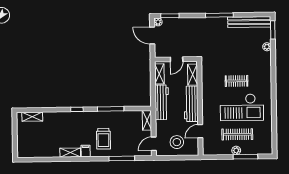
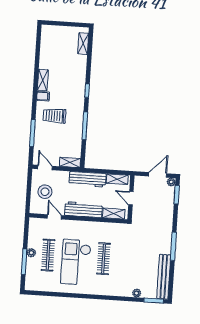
clothes rail: (236, 81) -> (104, 259), width x1.36

